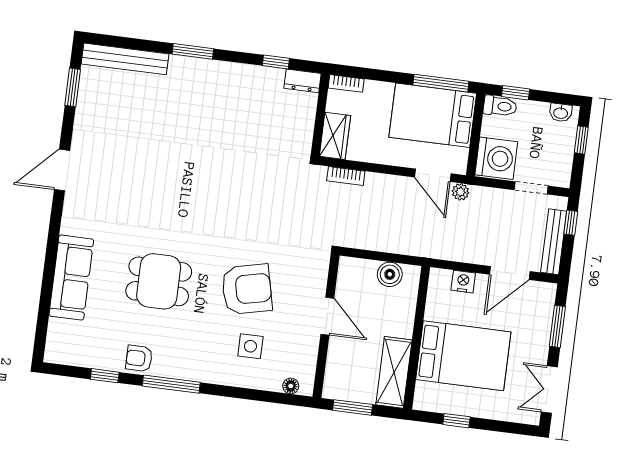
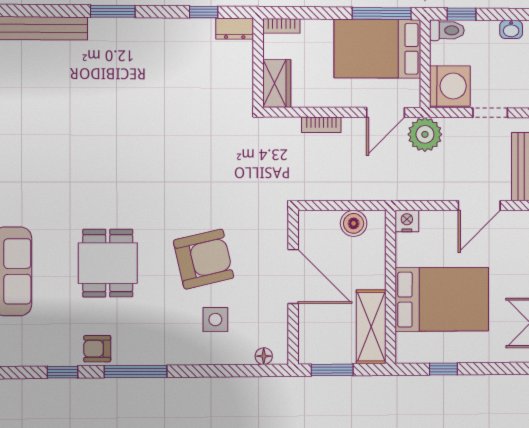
door: (433, 175) -> (386, 112), hinge flipped
bookcase: (346, 176) -> (321, 125), moved
plant: (461, 192) -> (425, 134), width x1.87, depth x1.87
dining table: (159, 281) -> (108, 263), turned 90
nightstand: (463, 282) -> (407, 221), moved
door: (327, 316) -> (293, 277), width x1.36

